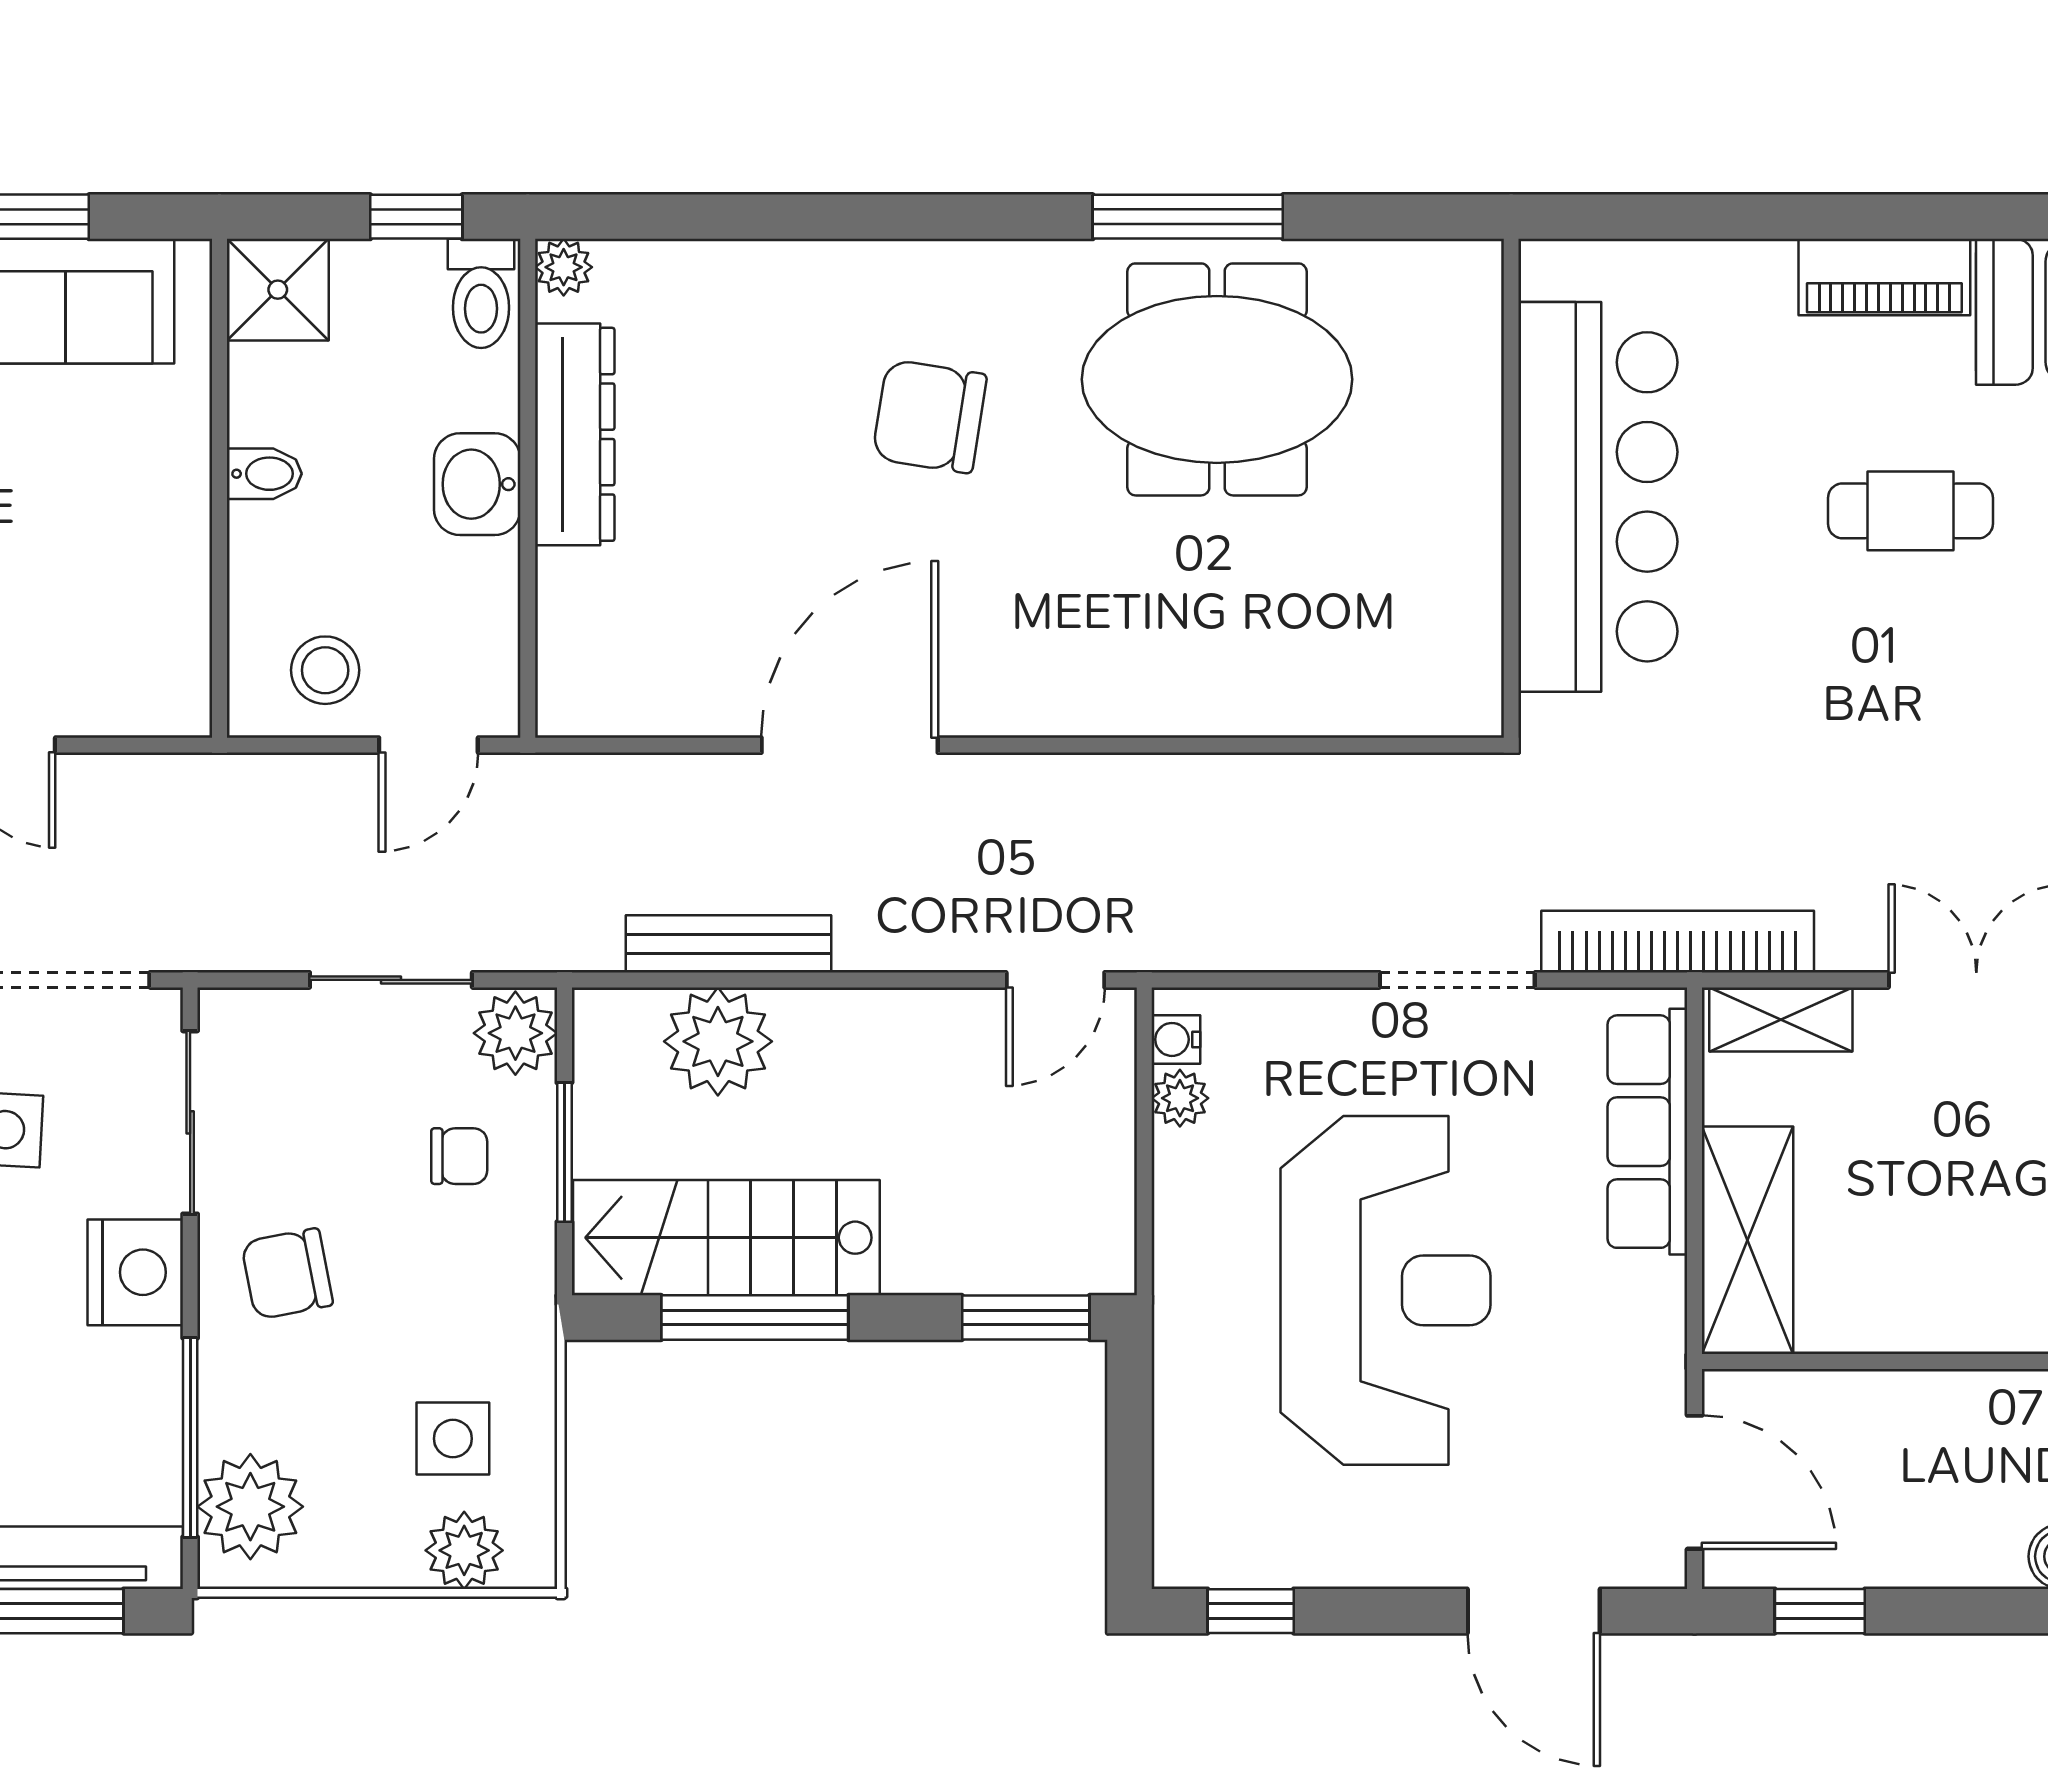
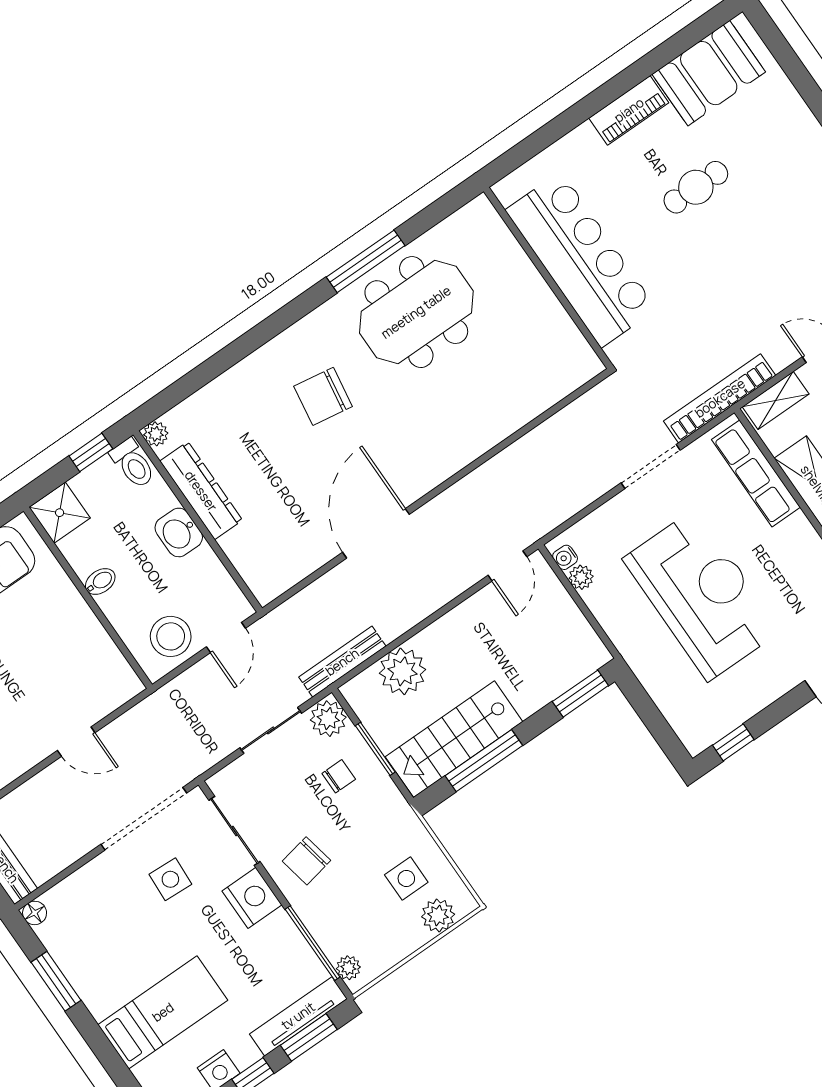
stool: (325, 670) -> (171, 636), width x1.38, depth x1.38
bench: (729, 944) -> (342, 662), moved
plant: (250, 1507) -> (348, 968), width x0.53, depth x0.53

